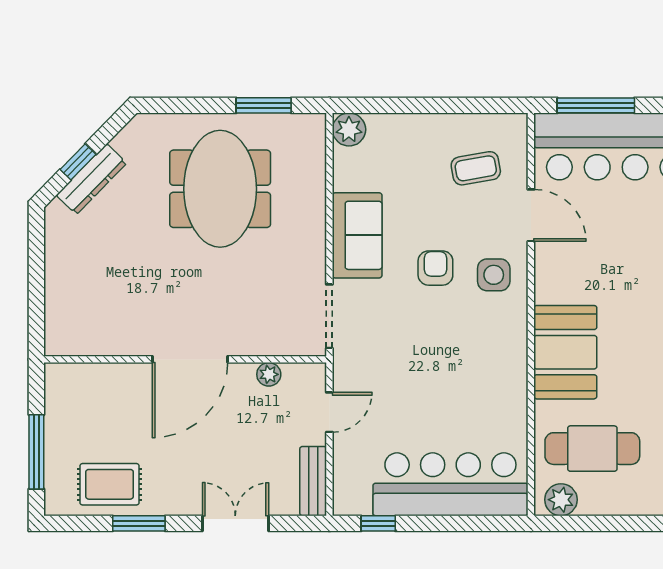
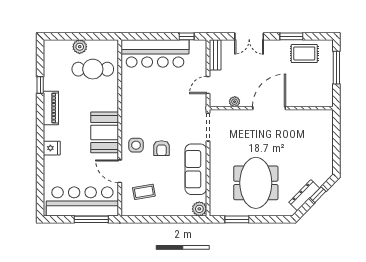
dresser: (91, 179) -> (304, 195), moved
sofa: (357, 235) -> (196, 169), width x1.36
booth: (565, 352) -> (105, 132), moved
plant: (561, 500) -> (80, 47), moved

